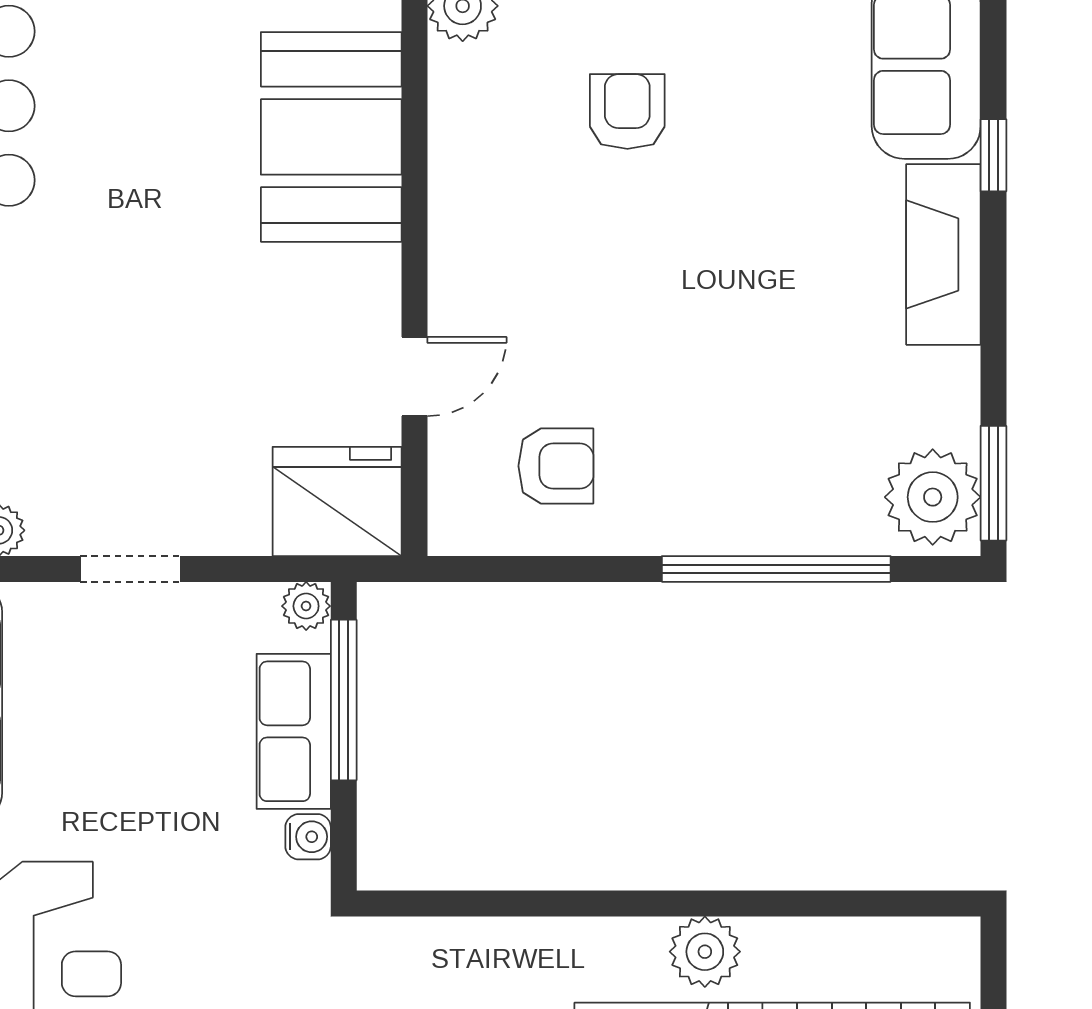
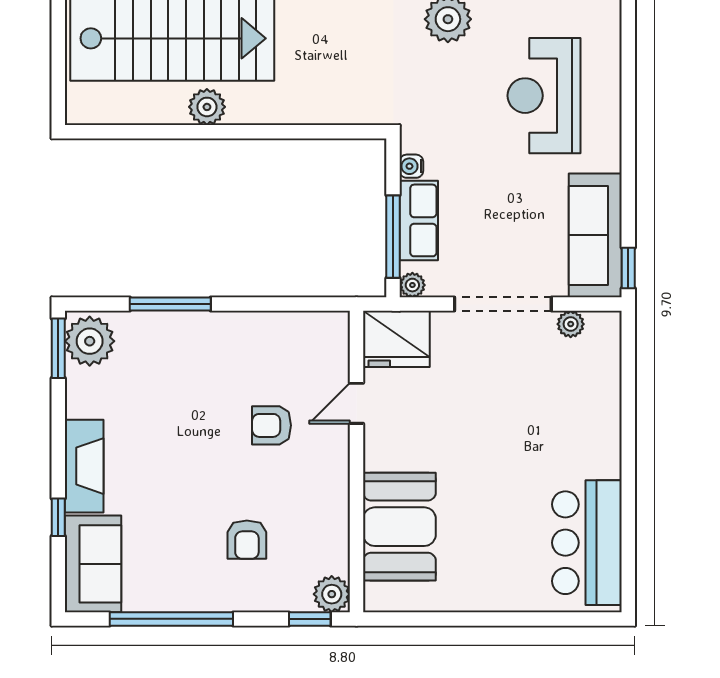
armchair: (556, 466) -> (272, 425), moved
doorway: (130, 569) -> (503, 304), width x1.87
window: (776, 569) -> (170, 304), width x0.68

